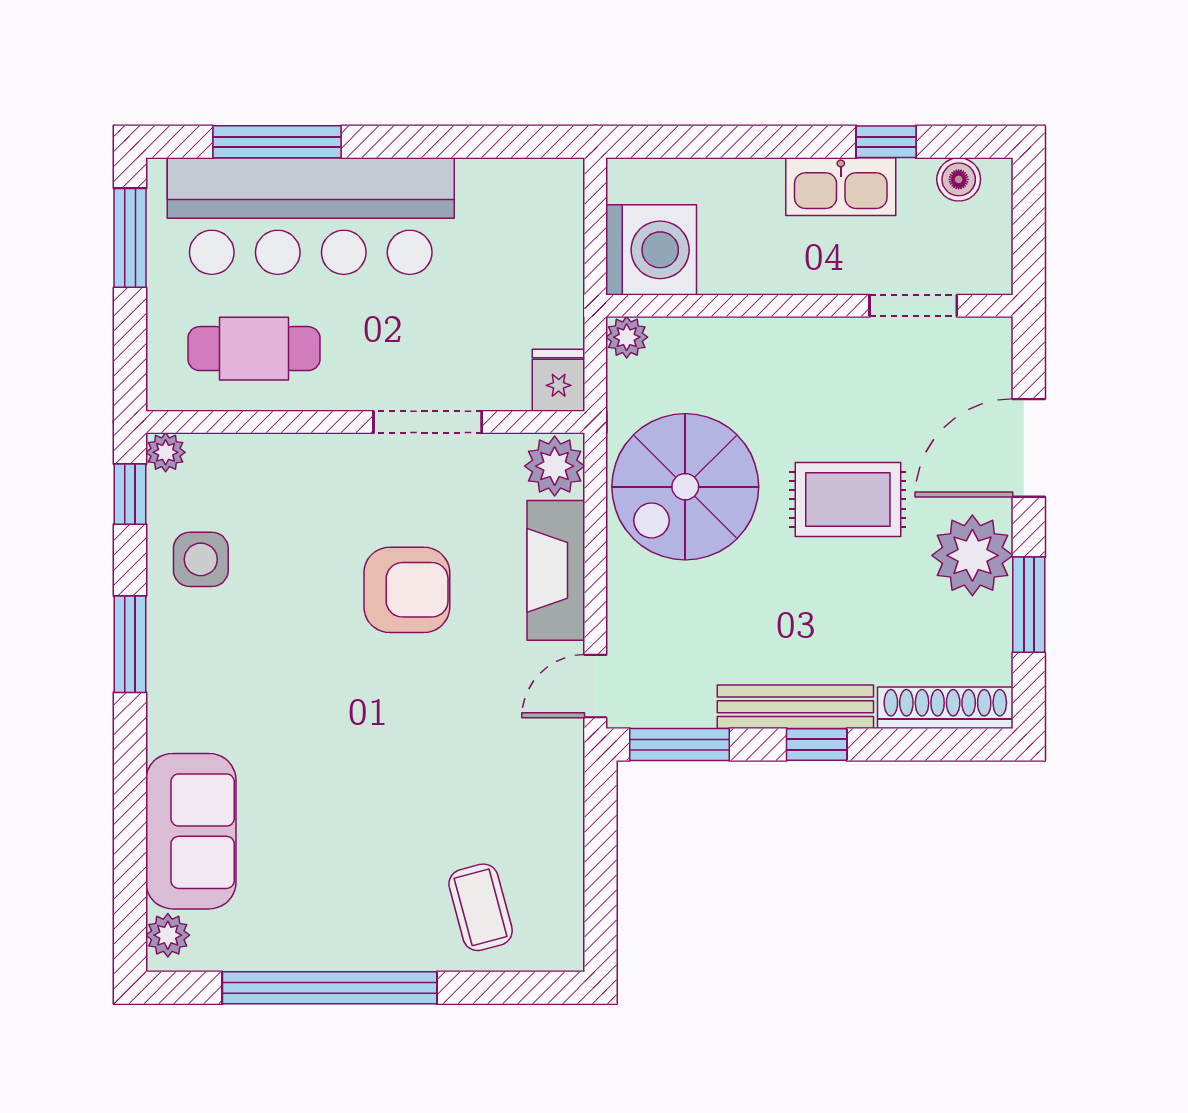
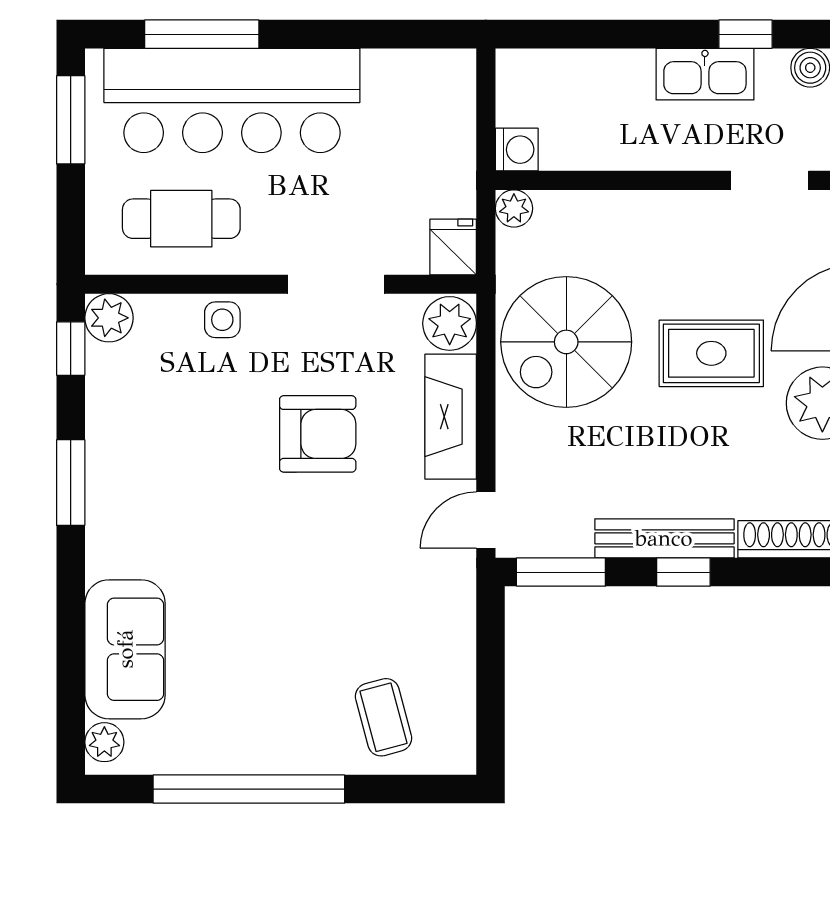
washing machine: (651, 250) -> (517, 150), width x0.53, depth x0.53
plant: (166, 452) -> (109, 318), width x1.38, depth x1.38
side table: (201, 559) -> (222, 320), moved, width x0.73, depth x0.73

